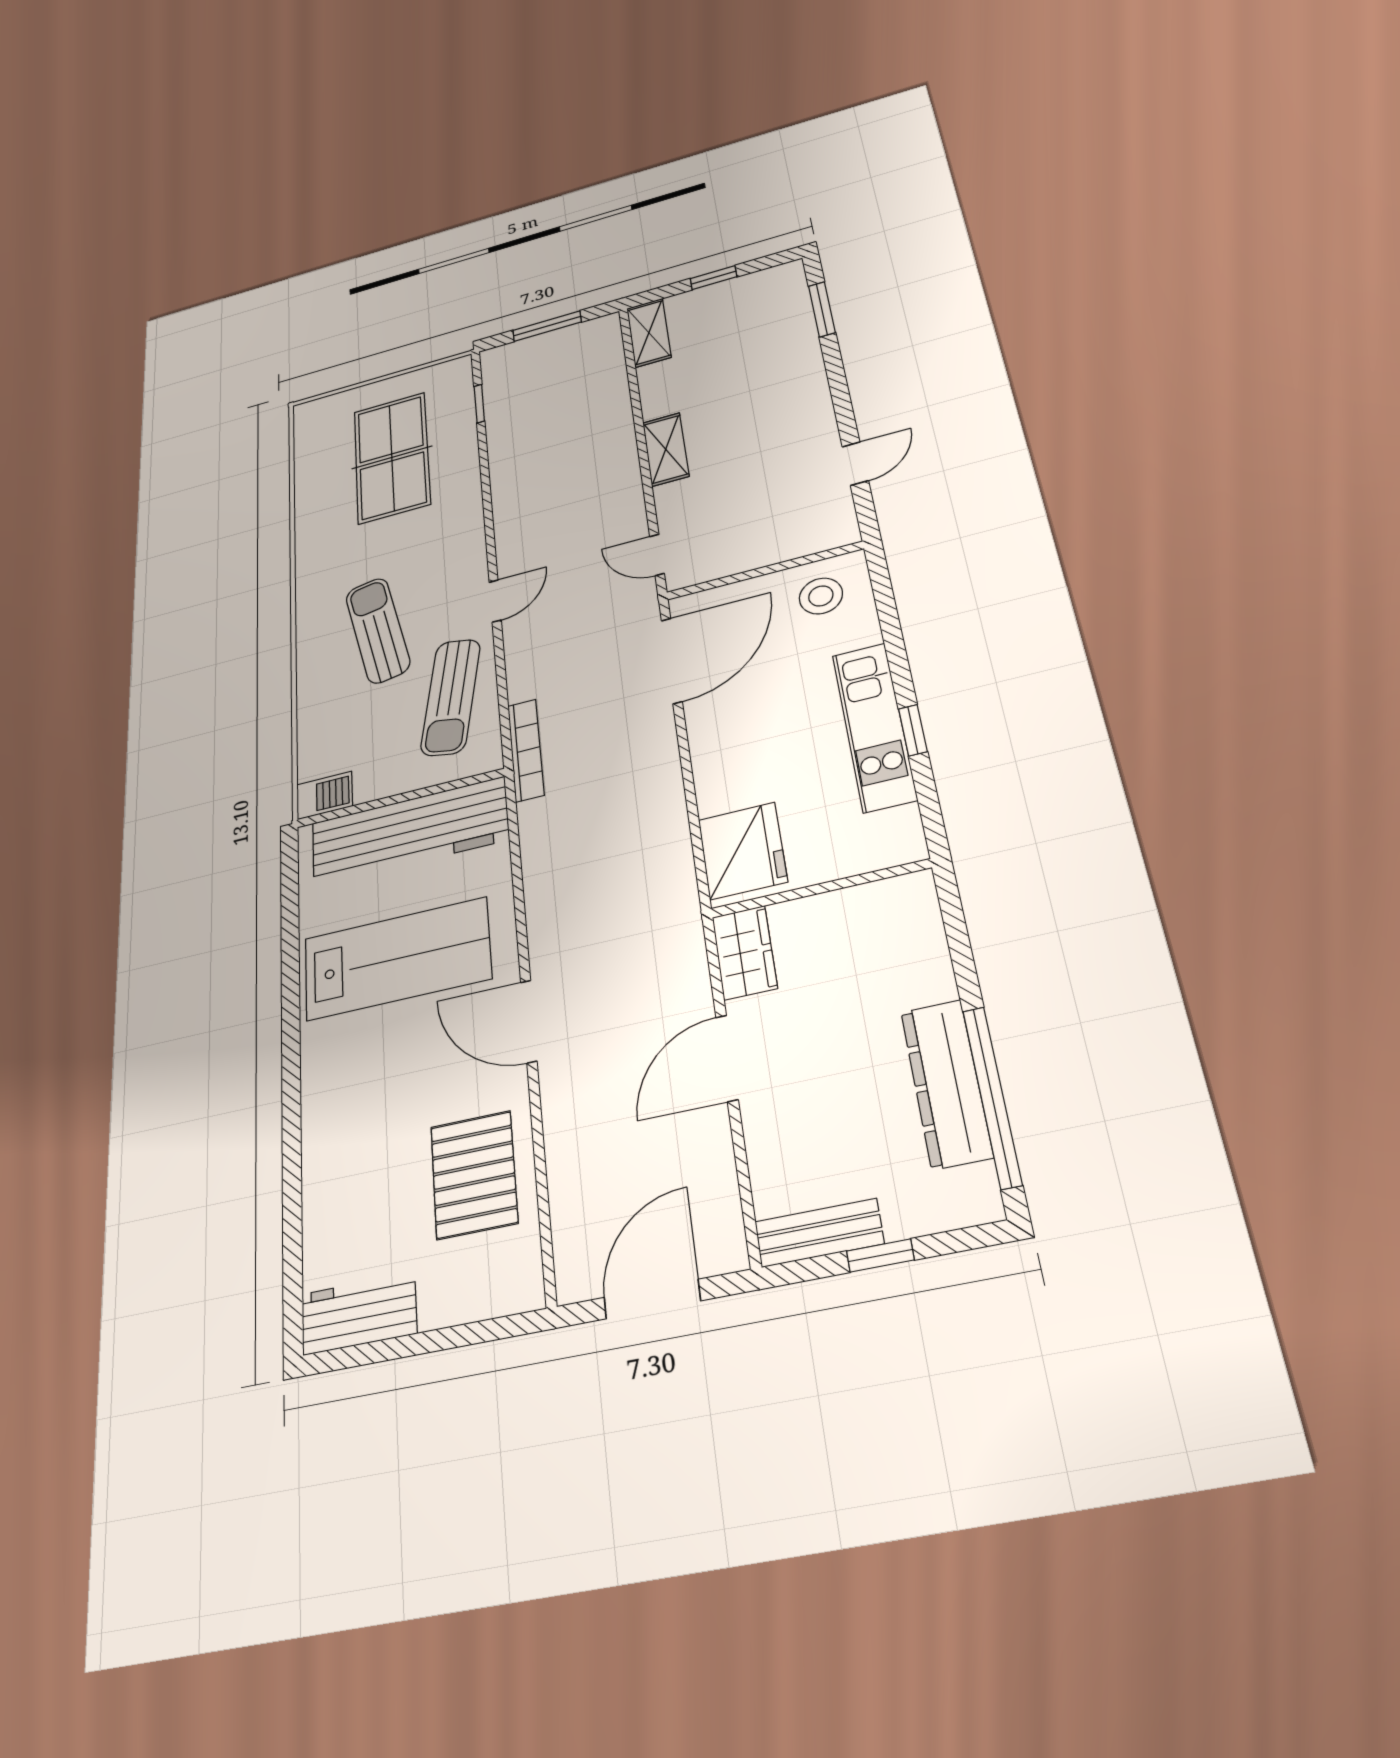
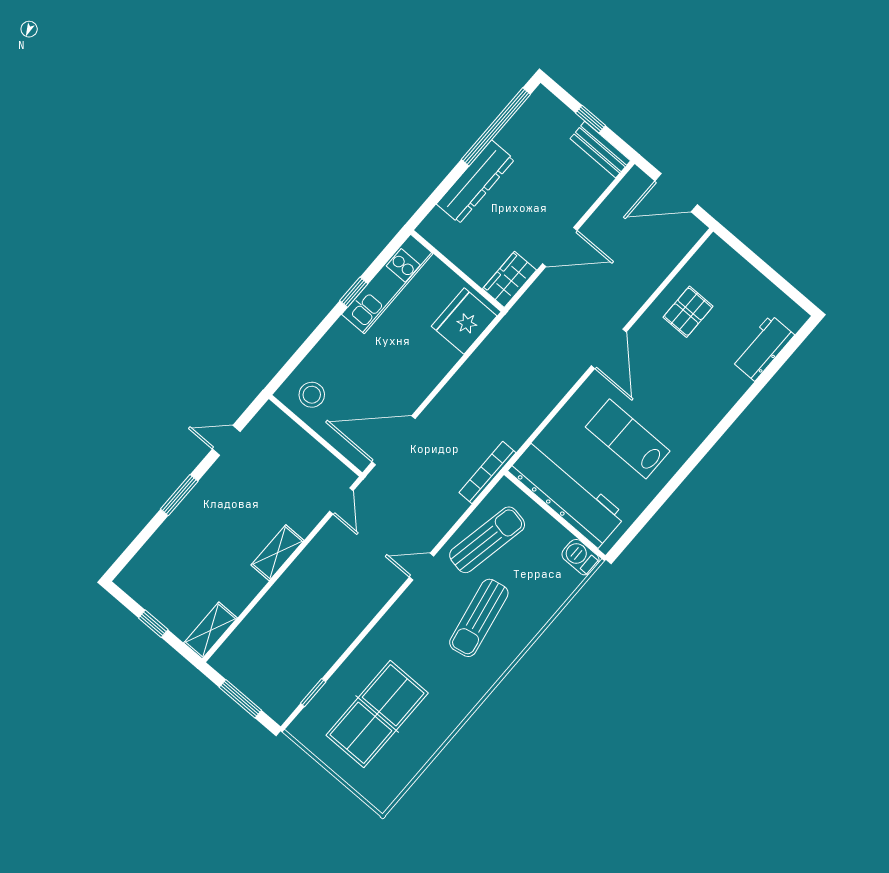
window: (822, 309) -> (179, 495), moved
kitchen unit: (874, 726) -> (387, 284), moved
lab bench: (397, 959) -> (628, 439), width x0.73, depth x0.72
dresser: (946, 1083) -> (475, 182), moved
pallet: (474, 1175) -> (688, 312), width x0.67, depth x0.71
workbench: (359, 1314) -> (763, 348), moved, turned 90

